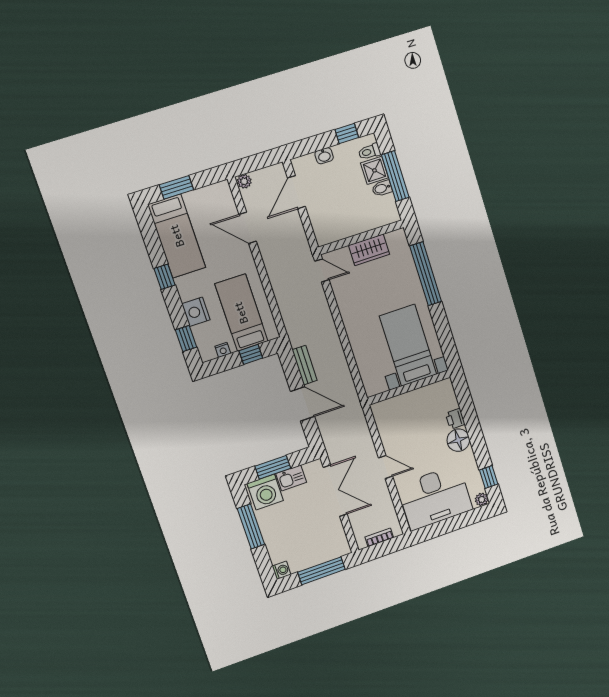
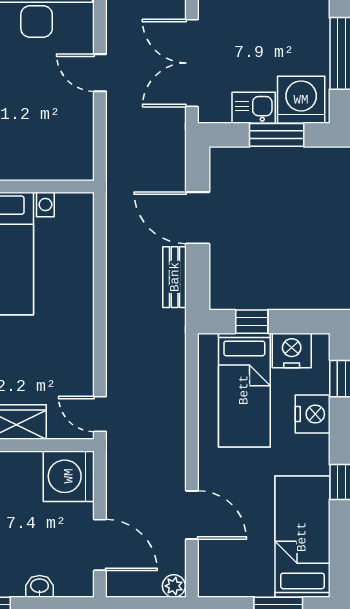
door: (296, 192) -> (100, 545), hinge flipped
washing machine: (328, 227) -> (69, 476), added
nightstand: (223, 350) -> (292, 350), width x1.89, depth x1.79

